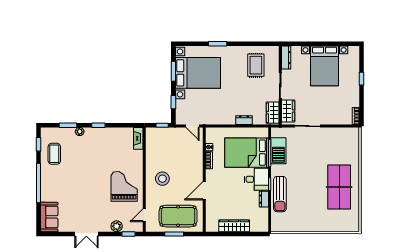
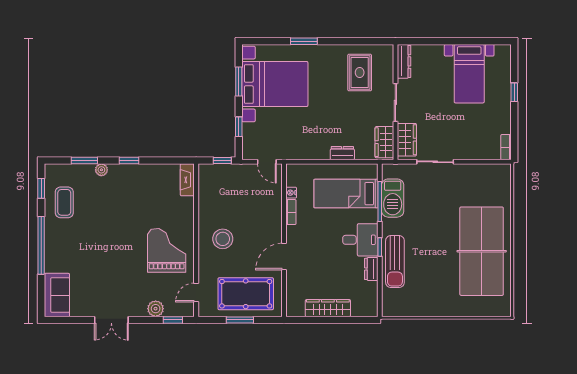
bed with nightstands: (325, 66) -> (469, 74), width x0.73
bed: (247, 153) -> (346, 194), width x0.67
table tennis table: (339, 187) -> (482, 251), width x1.36, depth x1.32

